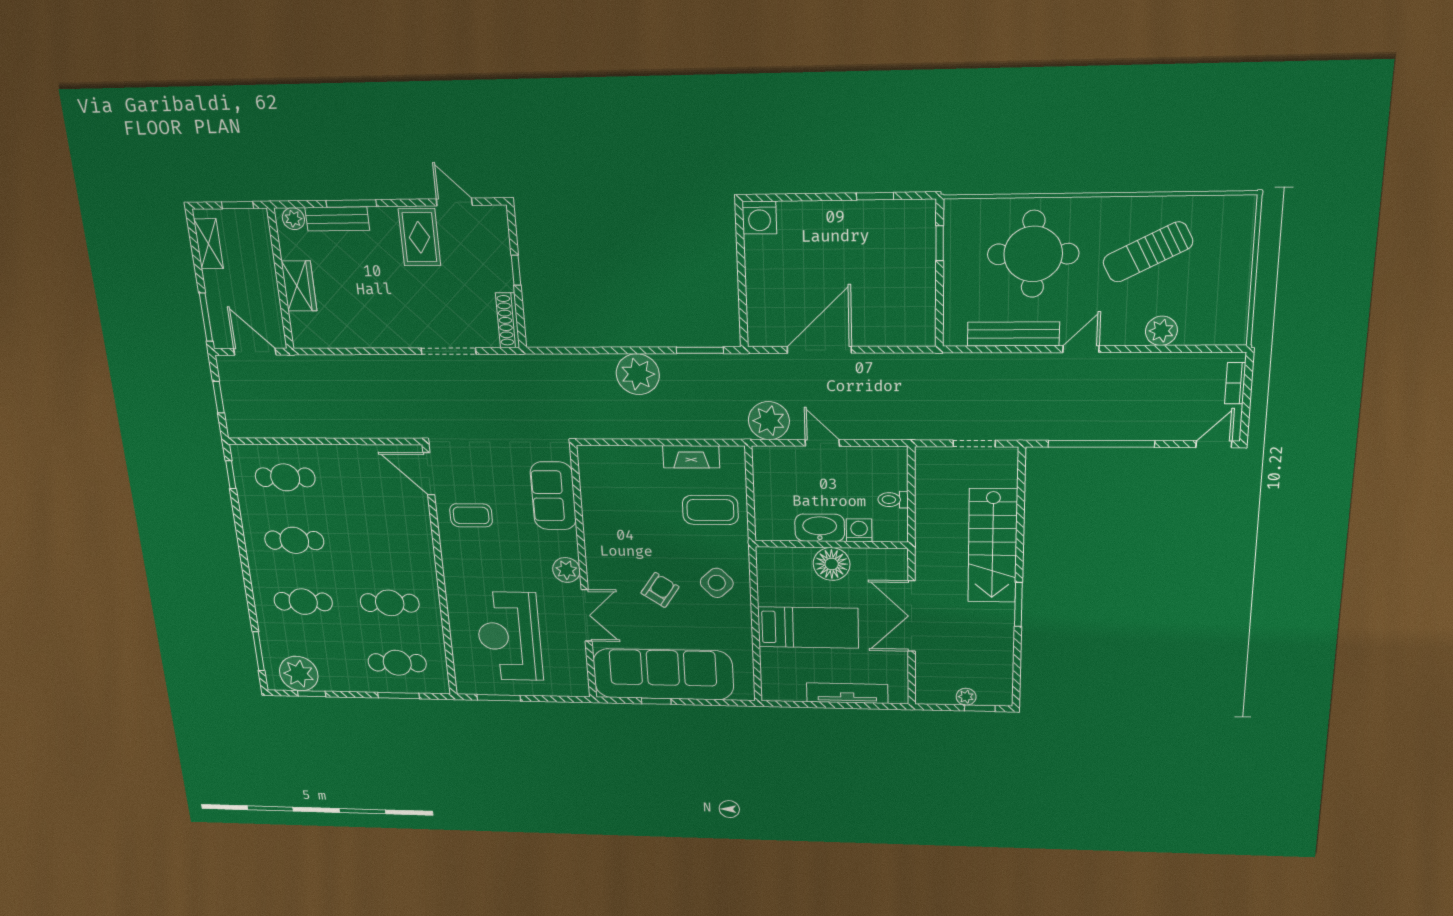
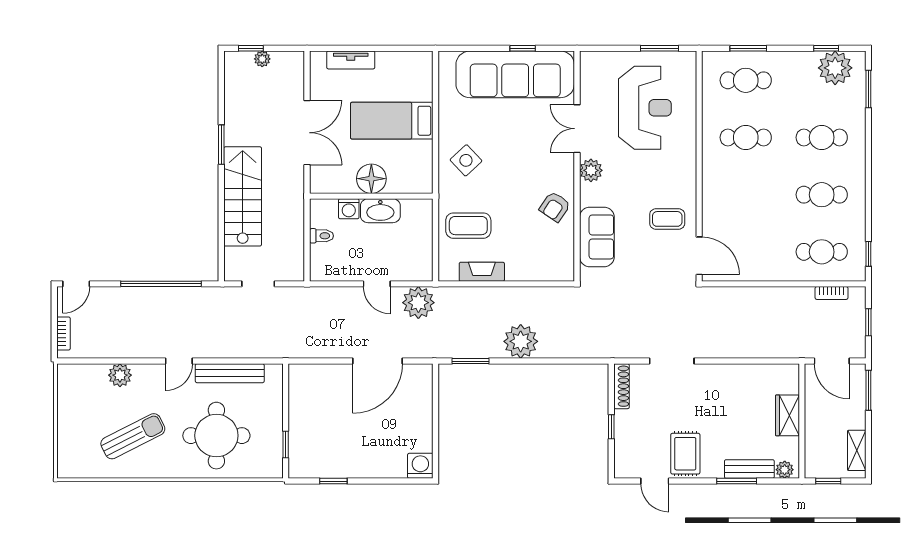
bookcase: (267, 431) -> (832, 293), added
armchair: (660, 590) -> (555, 207), moved
tv unit: (847, 693) -> (351, 60), width x0.71

